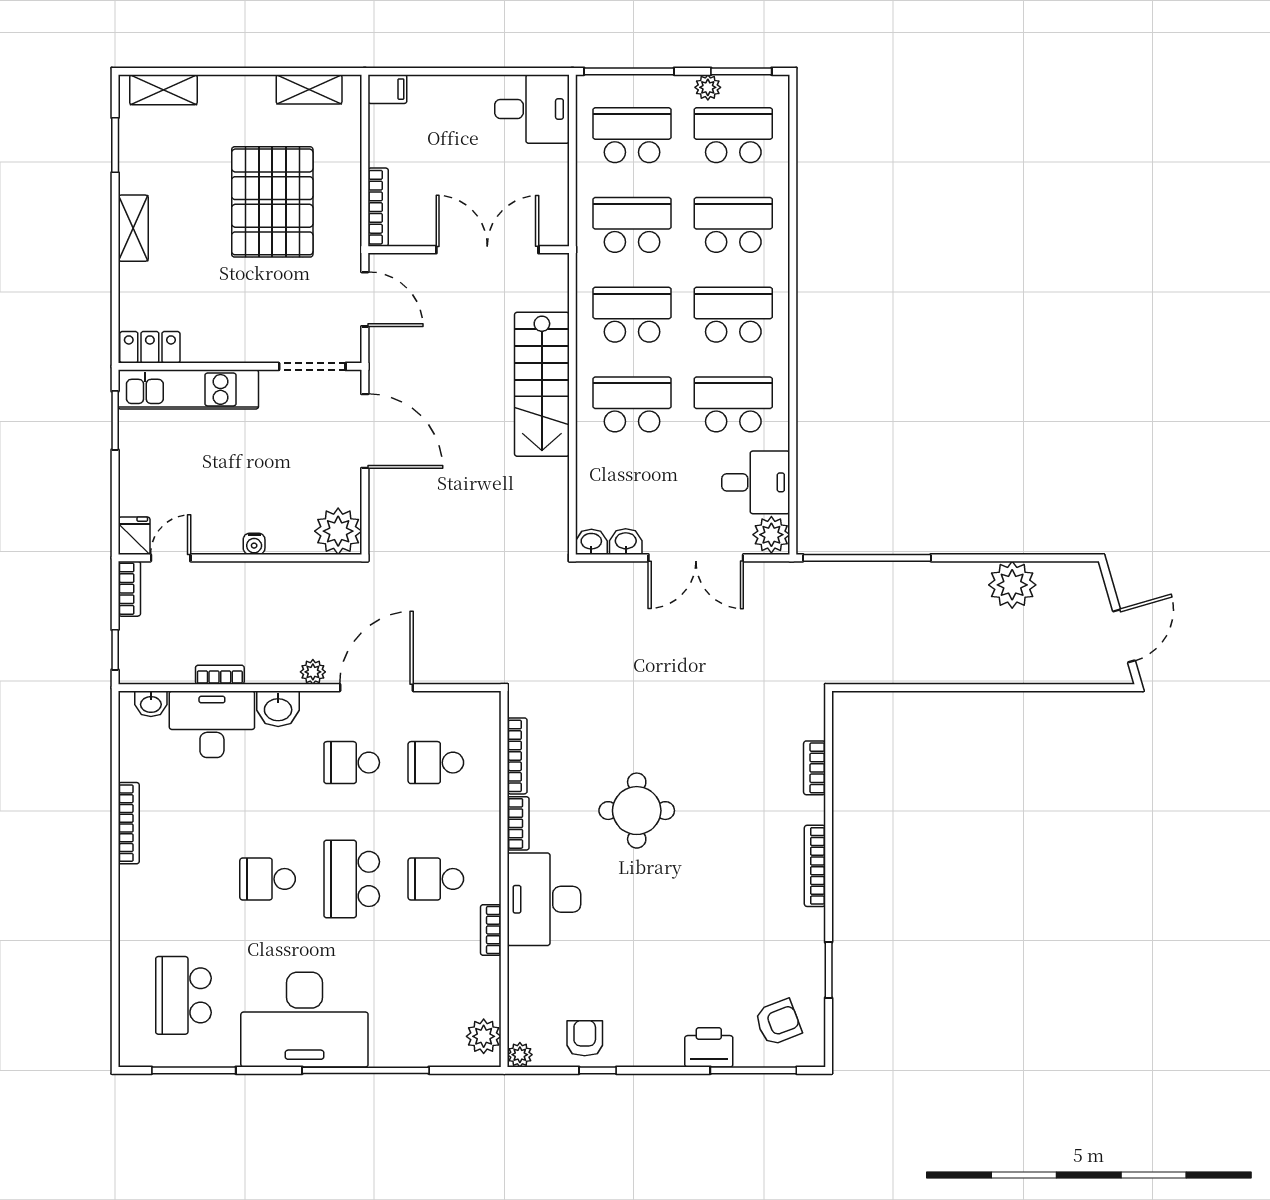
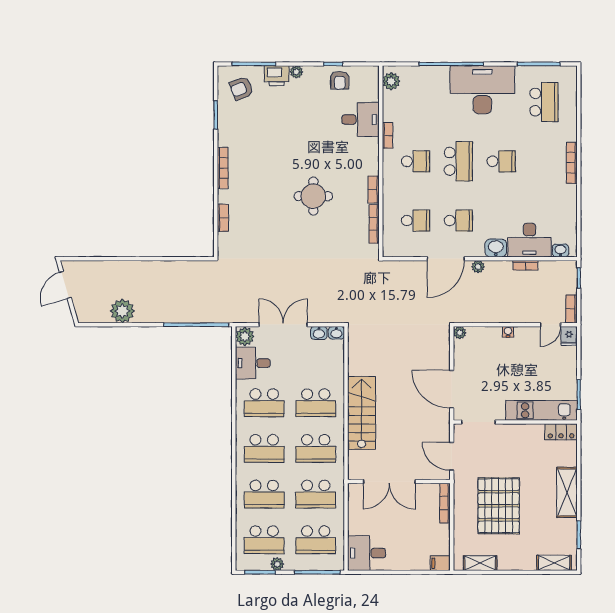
shelving: (133, 228) -> (567, 492), width x1.50, depth x1.33
plant: (338, 531) -> (460, 333), width x0.53, depth x0.53
bookcase: (129, 823) -> (572, 163), moved
desk: (544, 899) -> (360, 120), moved, width x0.73
plant: (520, 1055) -> (296, 72), moved

